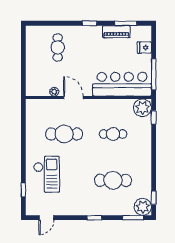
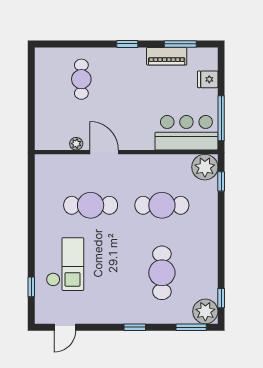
bar counter: (122, 84) -> (186, 133), width x0.73
cafe table: (113, 134) -> (162, 205), width x1.37, depth x1.35
cafe table: (113, 180) -> (162, 273), turned 90

